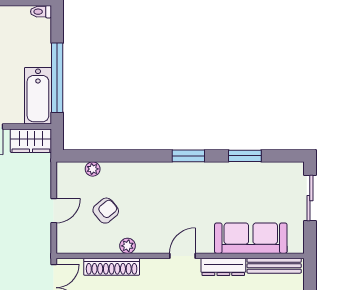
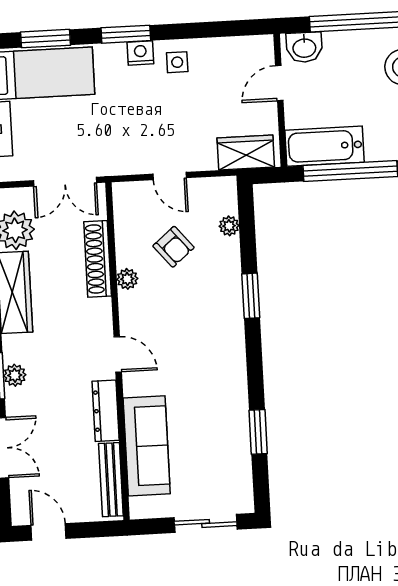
wardrobe: (31, 141) -> (246, 153), moved, turned 90
window: (188, 156) -> (251, 296), moved

